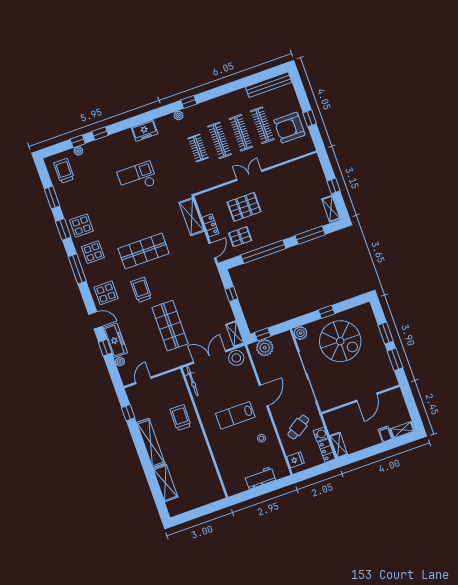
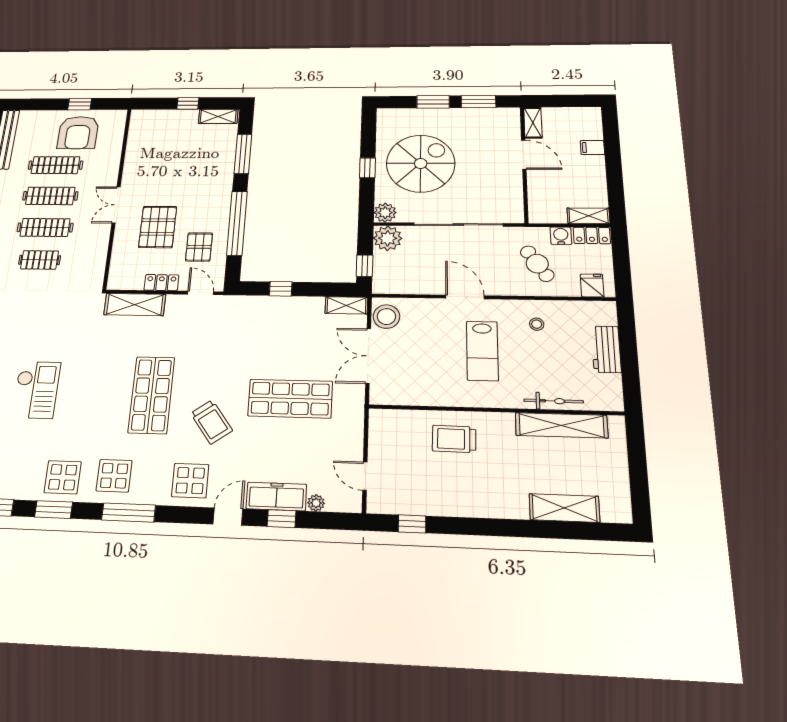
checkout: (137, 178) -> (36, 390), moved, turned 180
trolley: (141, 290) -> (211, 422), turned -126
plant: (265, 348) -> (388, 238), moved
bicycle: (192, 381) -> (554, 401), moved
shelving: (402, 430) -> (533, 123), moved
shelving: (151, 443) -> (561, 425), moved

